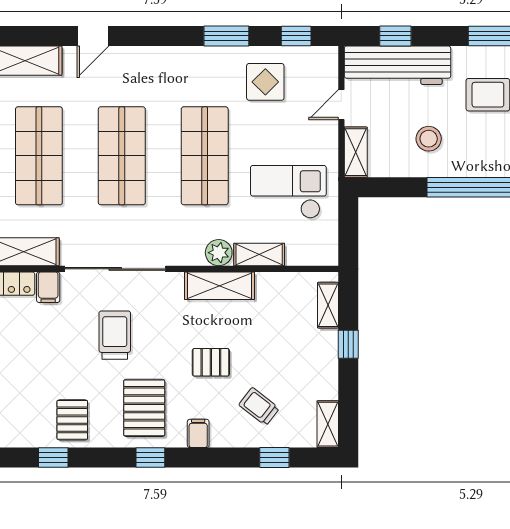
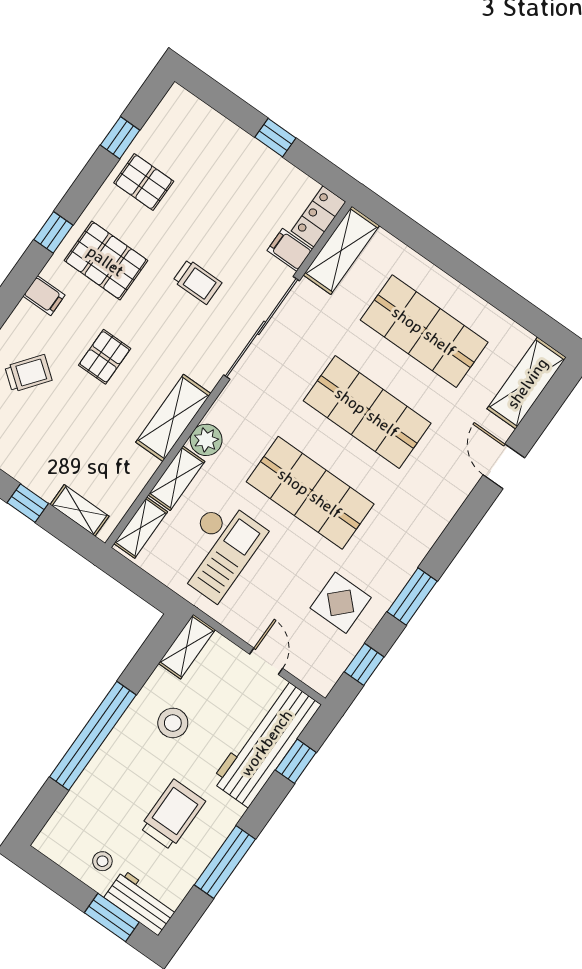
shelving: (356, 152) -> (187, 647), moved, turned 90
shelving: (310, 255) -> (141, 528), added
trolley: (115, 335) -> (197, 282), width x0.73, depth x0.72

